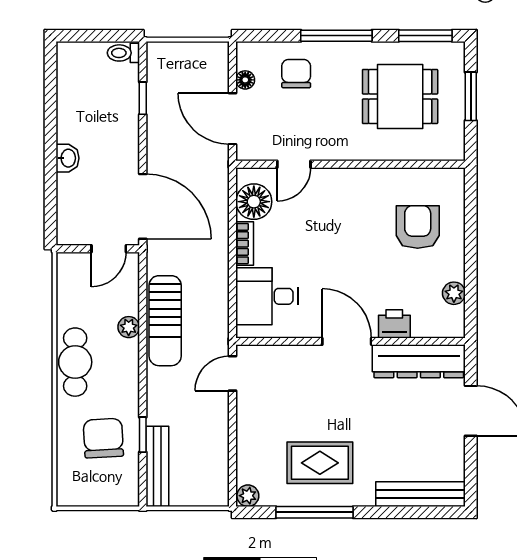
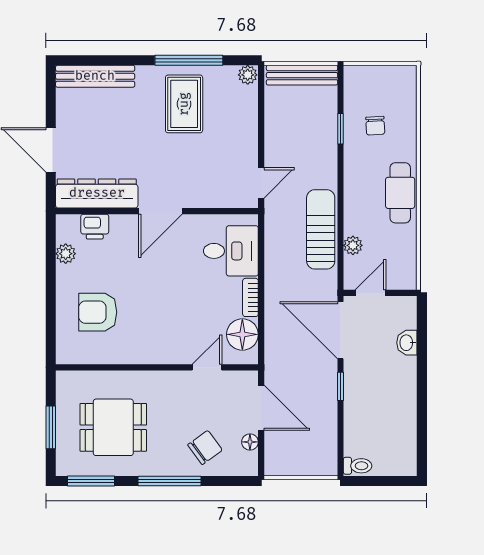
chair: (296, 74) -> (205, 447), turned -126
window: (143, 98) -> (341, 386), moved
washbasin: (68, 158) -> (407, 343), moved
armchair: (418, 227) -> (98, 312), turned 90
printer: (394, 324) -> (95, 227), moved
plant: (129, 327) -> (353, 245), moved
door: (347, 341) -> (160, 211), hinge flipped
chair: (103, 438) -> (375, 126), width x0.54, depth x0.54
rug: (320, 463) -> (184, 104), turned 90
bench: (157, 466) -> (302, 75), moved, turned 90

